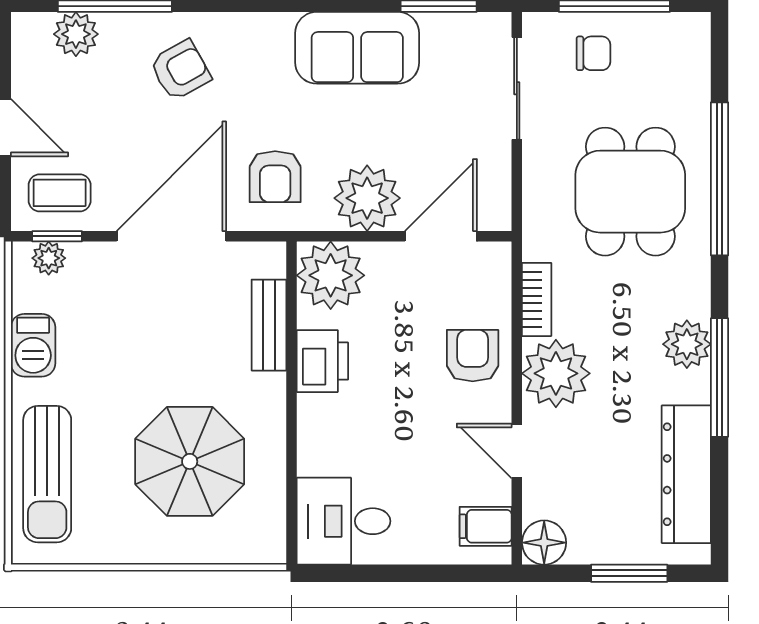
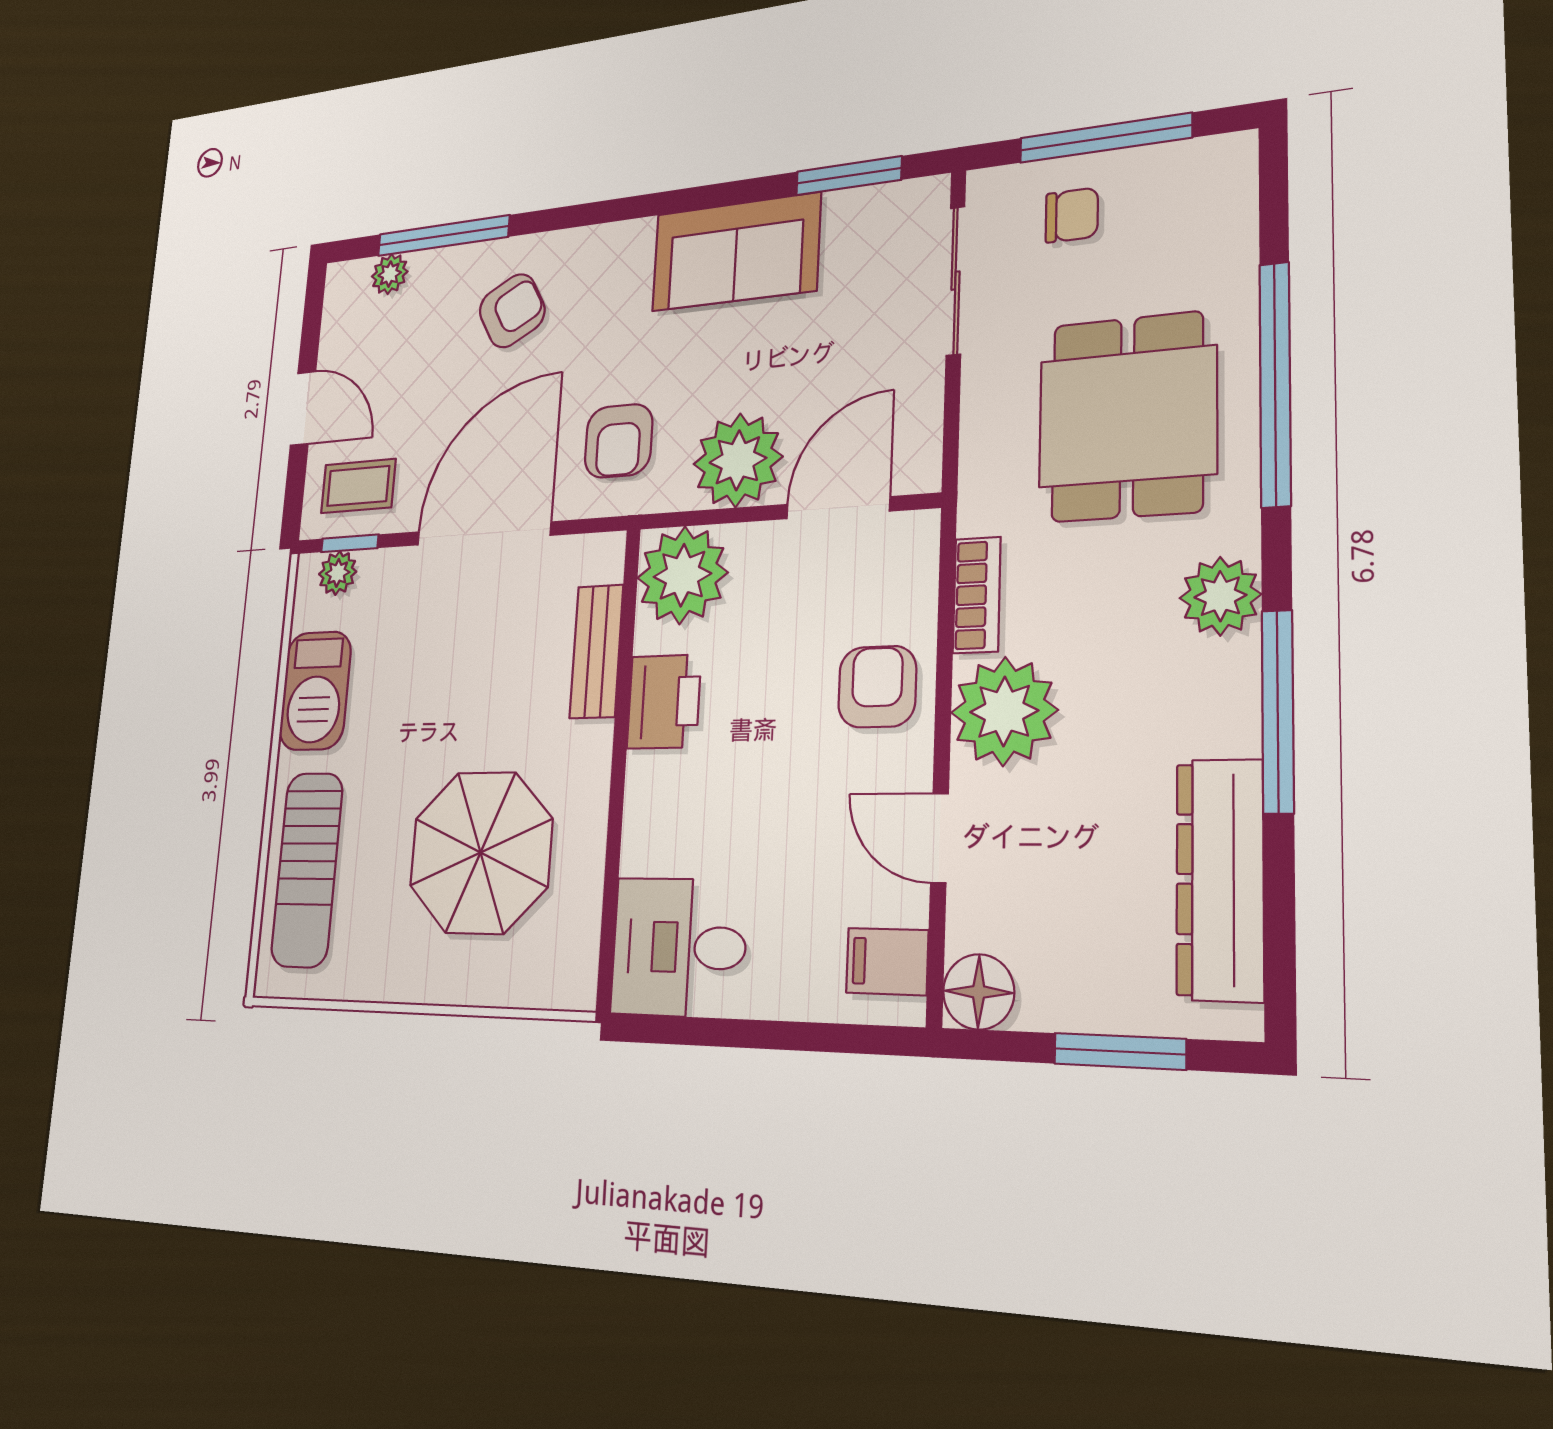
plant: (76, 34) -> (390, 274), width x0.73, depth x0.73
plant: (687, 344) -> (1220, 596), moved
barbecue: (33, 345) -> (315, 691), width x1.38, depth x1.27

